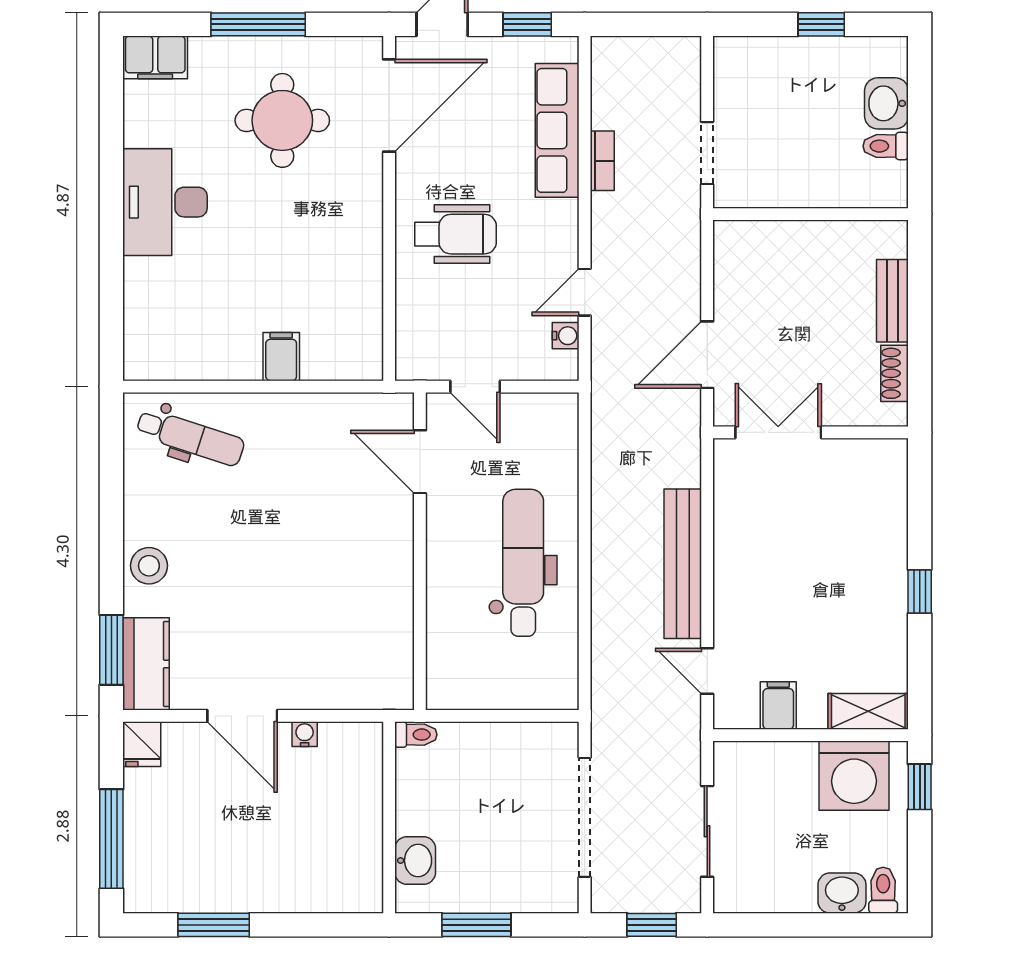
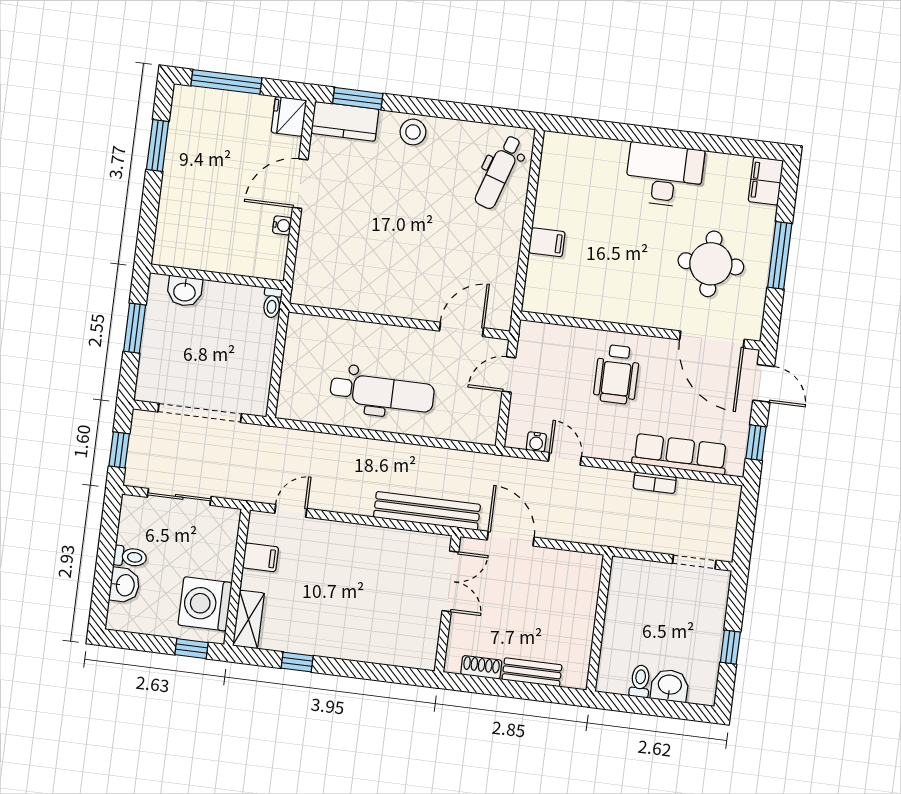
doorway: (707, 153) -> (694, 562), moved
bench: (683, 564) -> (427, 511), moved
window: (920, 591) -> (297, 662), moved
fridge: (142, 744) -> (289, 116), width x1.38
toilet: (883, 890) -> (130, 557), moved

